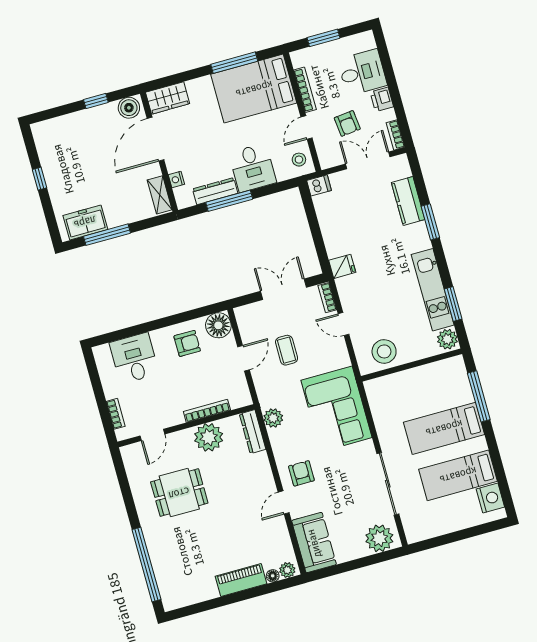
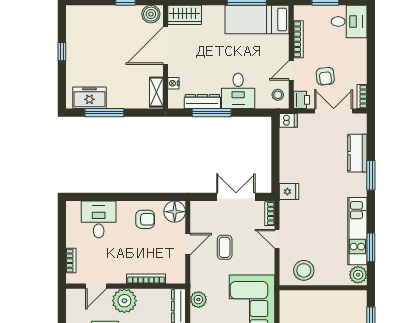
desk: (362, 72) -> (349, 22), moved
bed: (254, 89) -> (257, 19), width x0.67
printer: (382, 99) -> (302, 100), moved, turned 180
plant: (209, 437) -> (124, 301), moved

